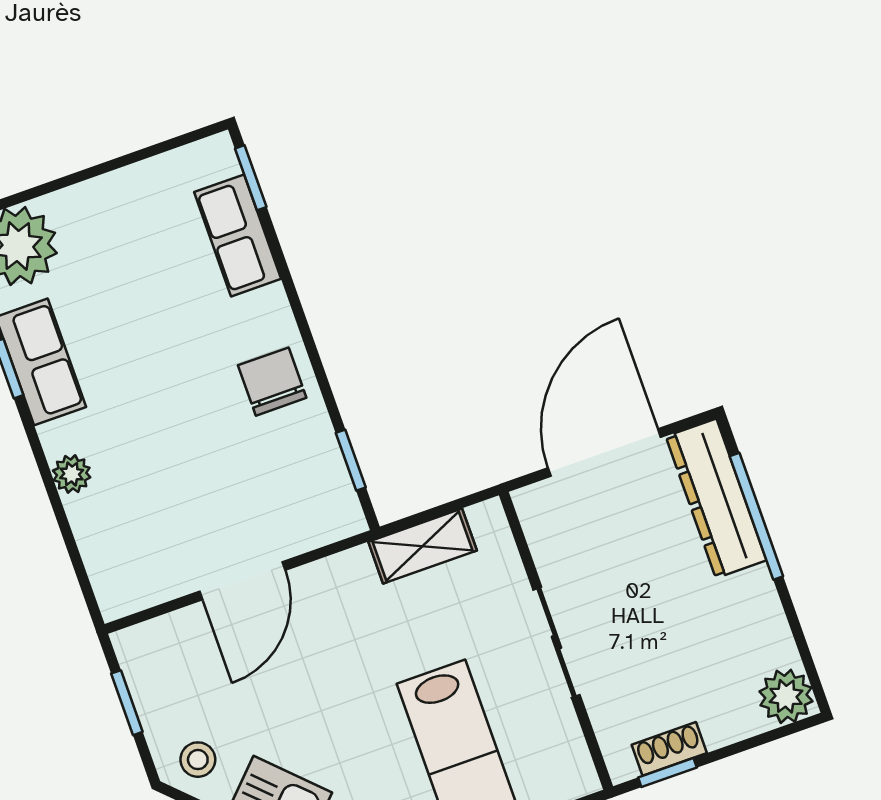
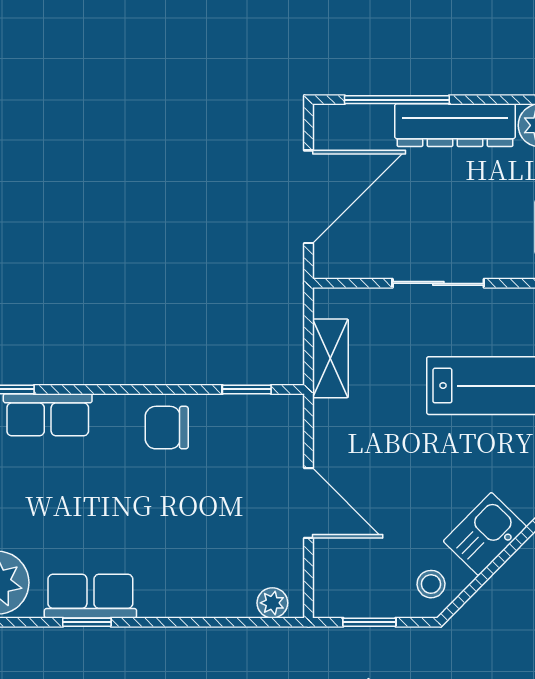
door: (604, 453) -> (308, 197), swing flipped
plant: (72, 474) -> (272, 603), moved
dresser: (716, 498) -> (455, 125), moved

